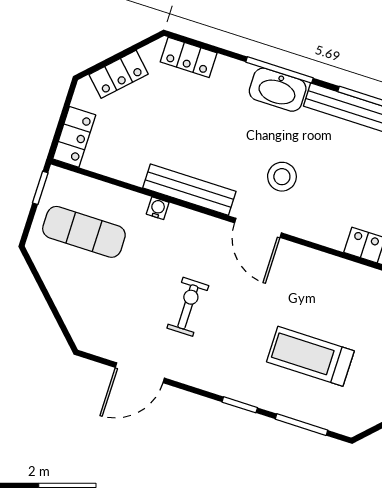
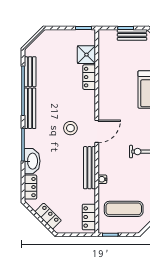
washbasin: (278, 90) -> (32, 161), moved
locker: (74, 137) -> (89, 217), moved, turned -90
exercise mat: (84, 232) -> (124, 209), turned 90

